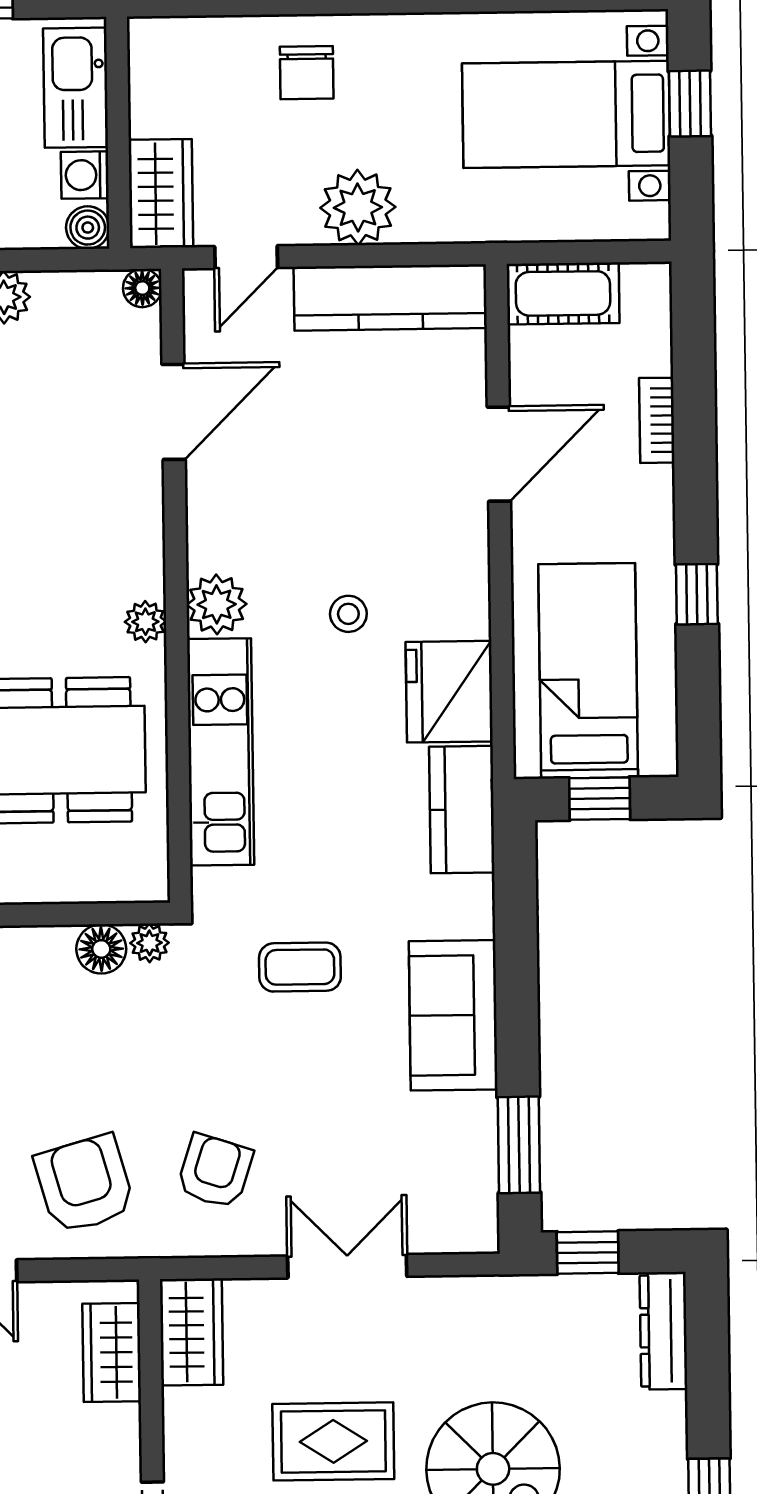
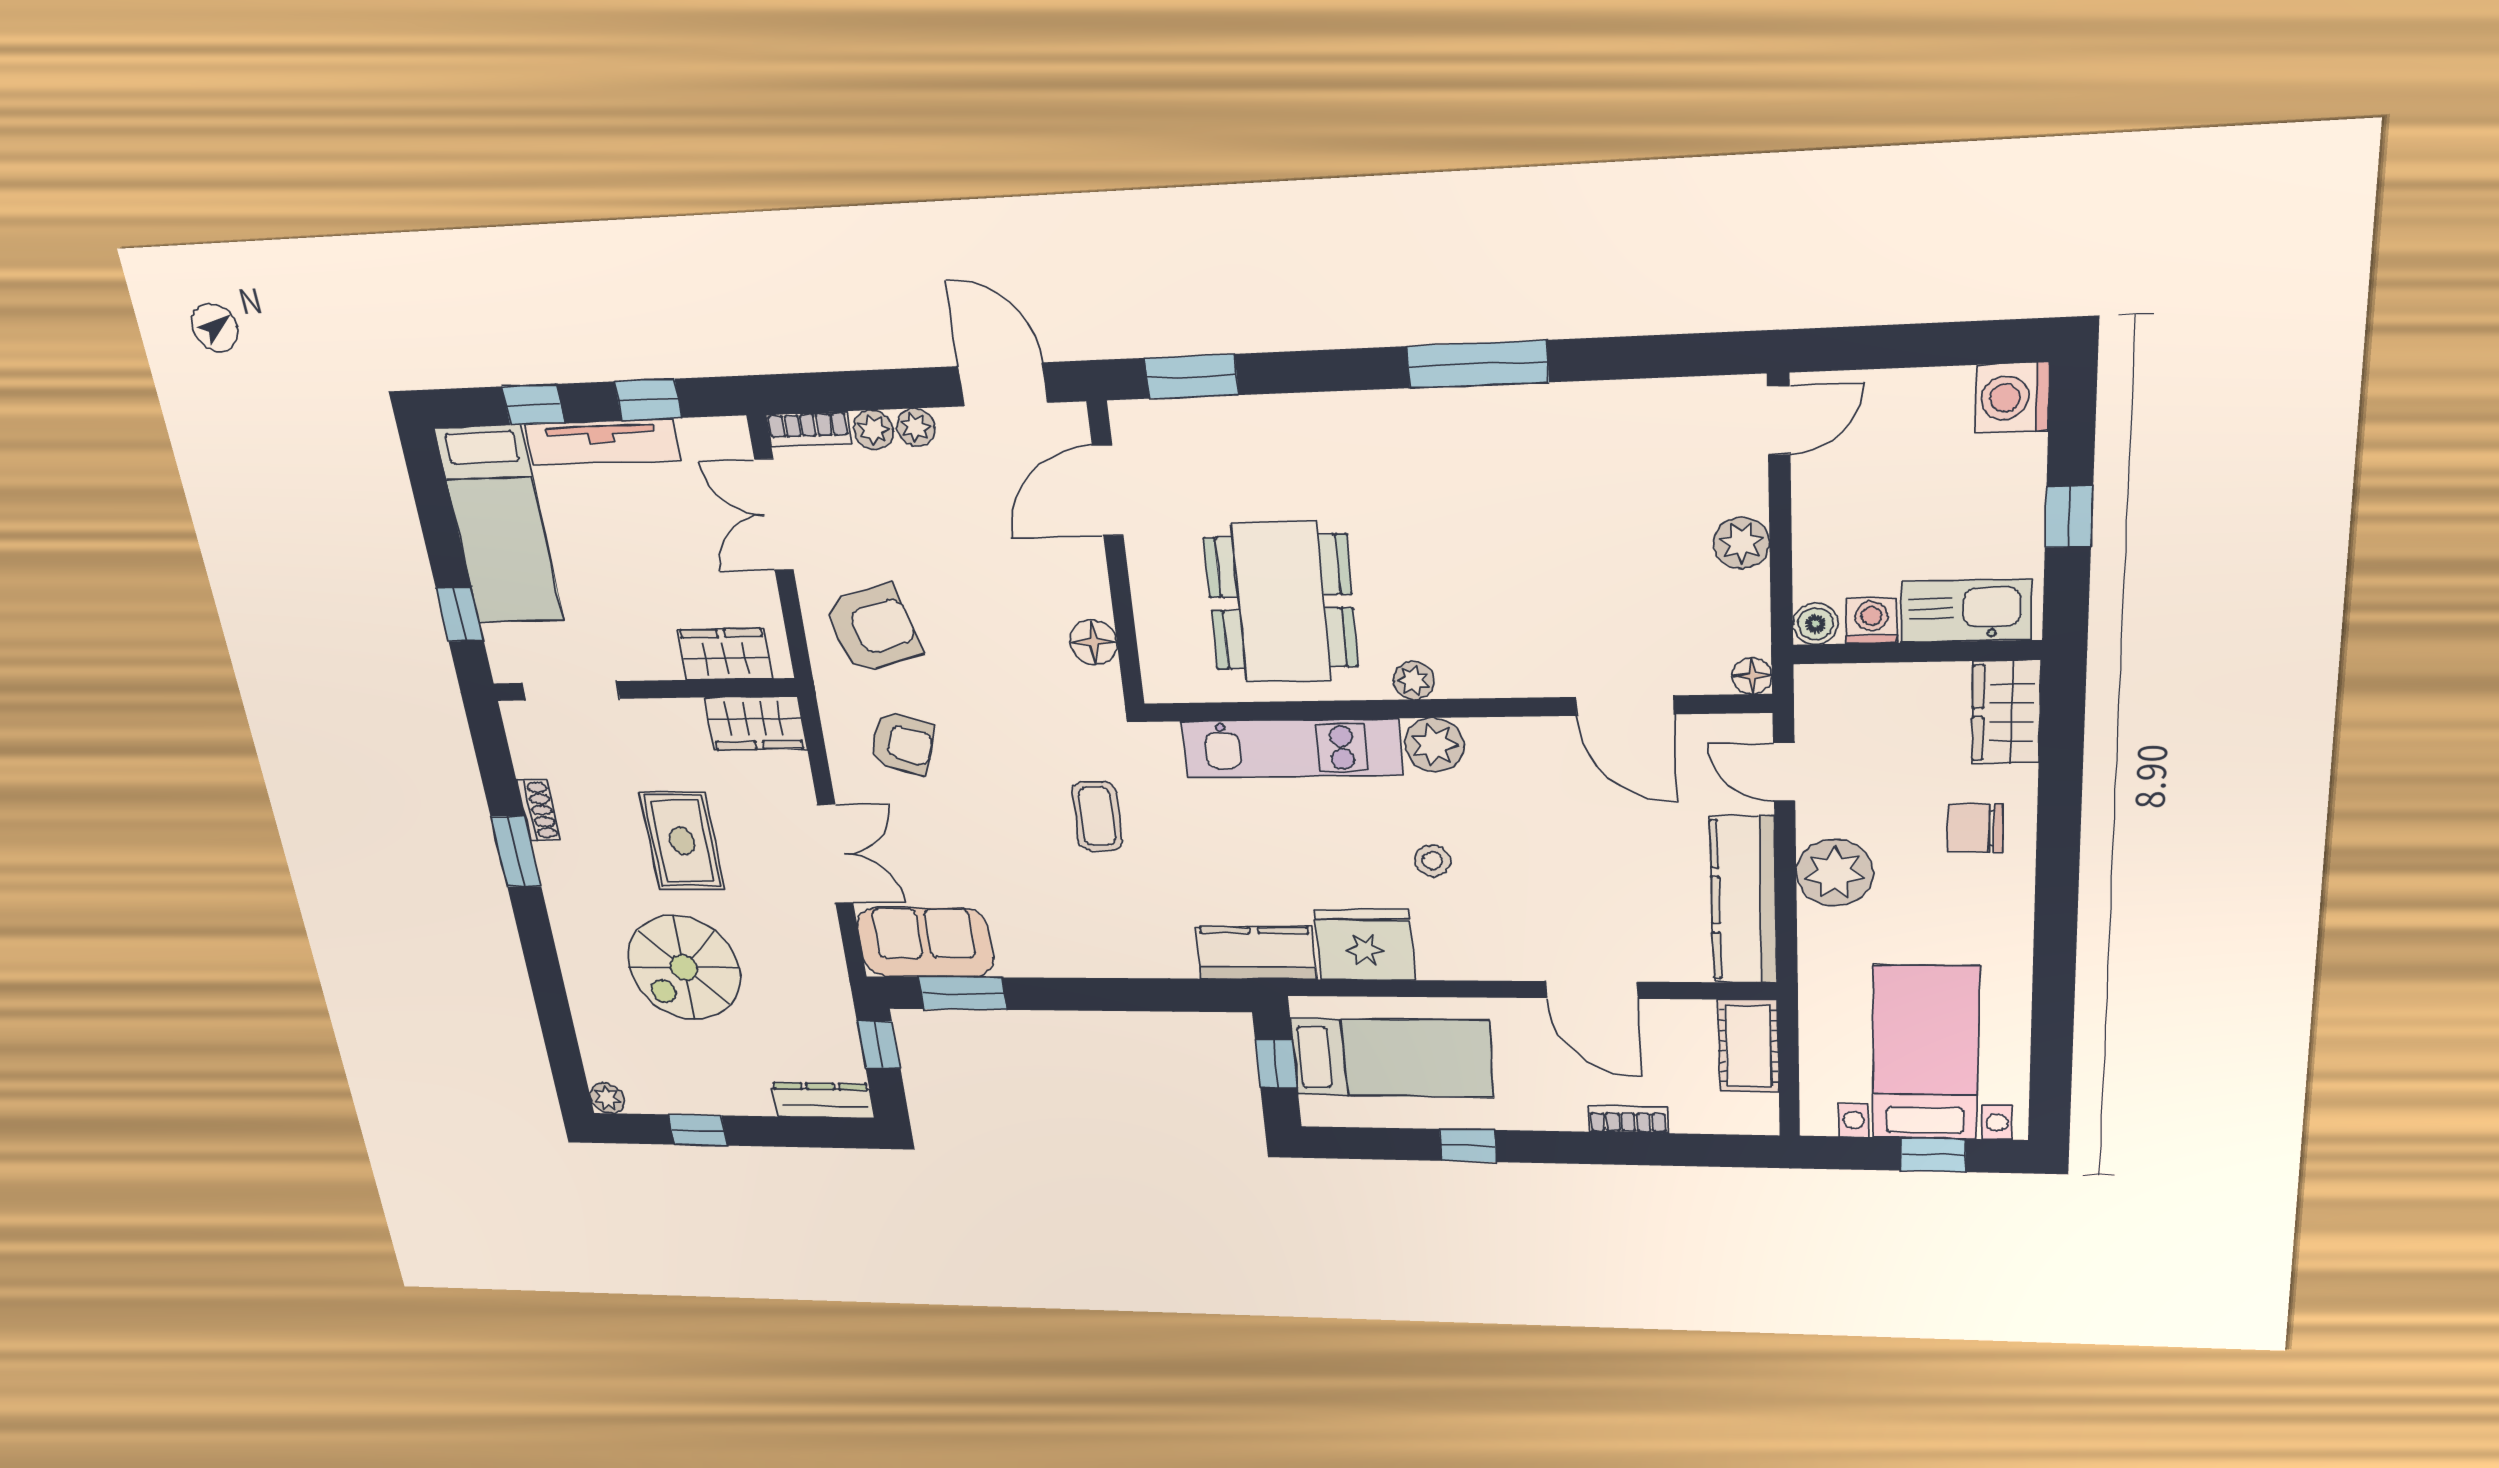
wardrobe: (161, 194) -> (2006, 712), moved, turned 90
plant: (149, 943) -> (1104, 685), removed
sofa: (453, 1015) -> (925, 942), moved

